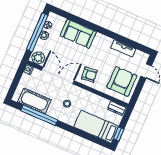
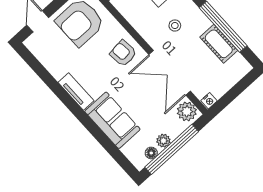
tv unit: (123, 48) -> (76, 92), moved
cot: (34, 101) -> (219, 44), width x0.73, depth x0.75

